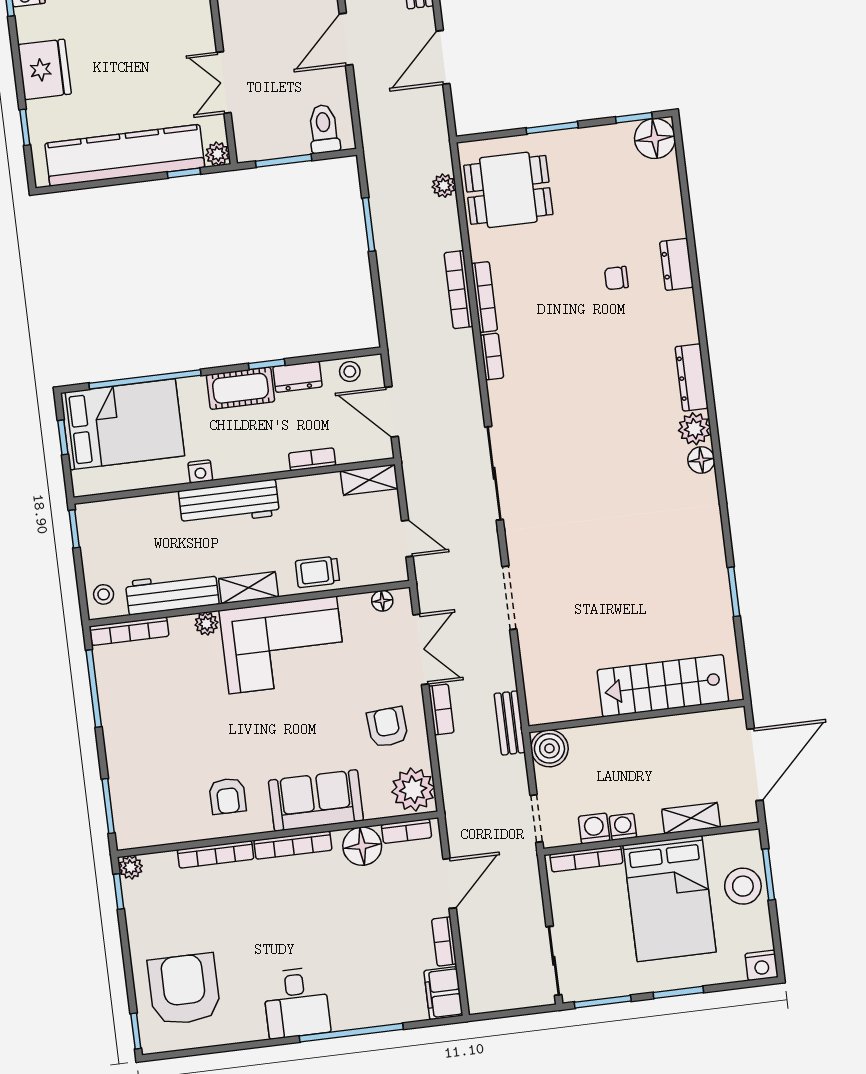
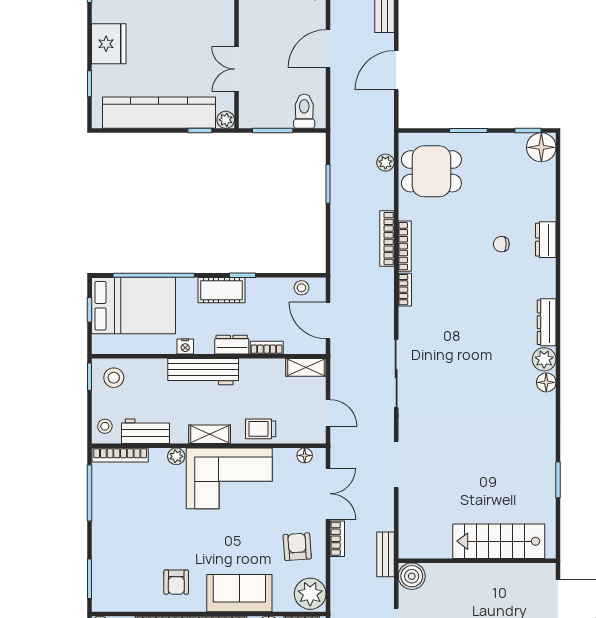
dresser: (298, 377) -> (232, 345), moved, turned 180
stool: (108, 526) -> (114, 378), added
workbench: (172, 593) -> (145, 431), width x0.73

